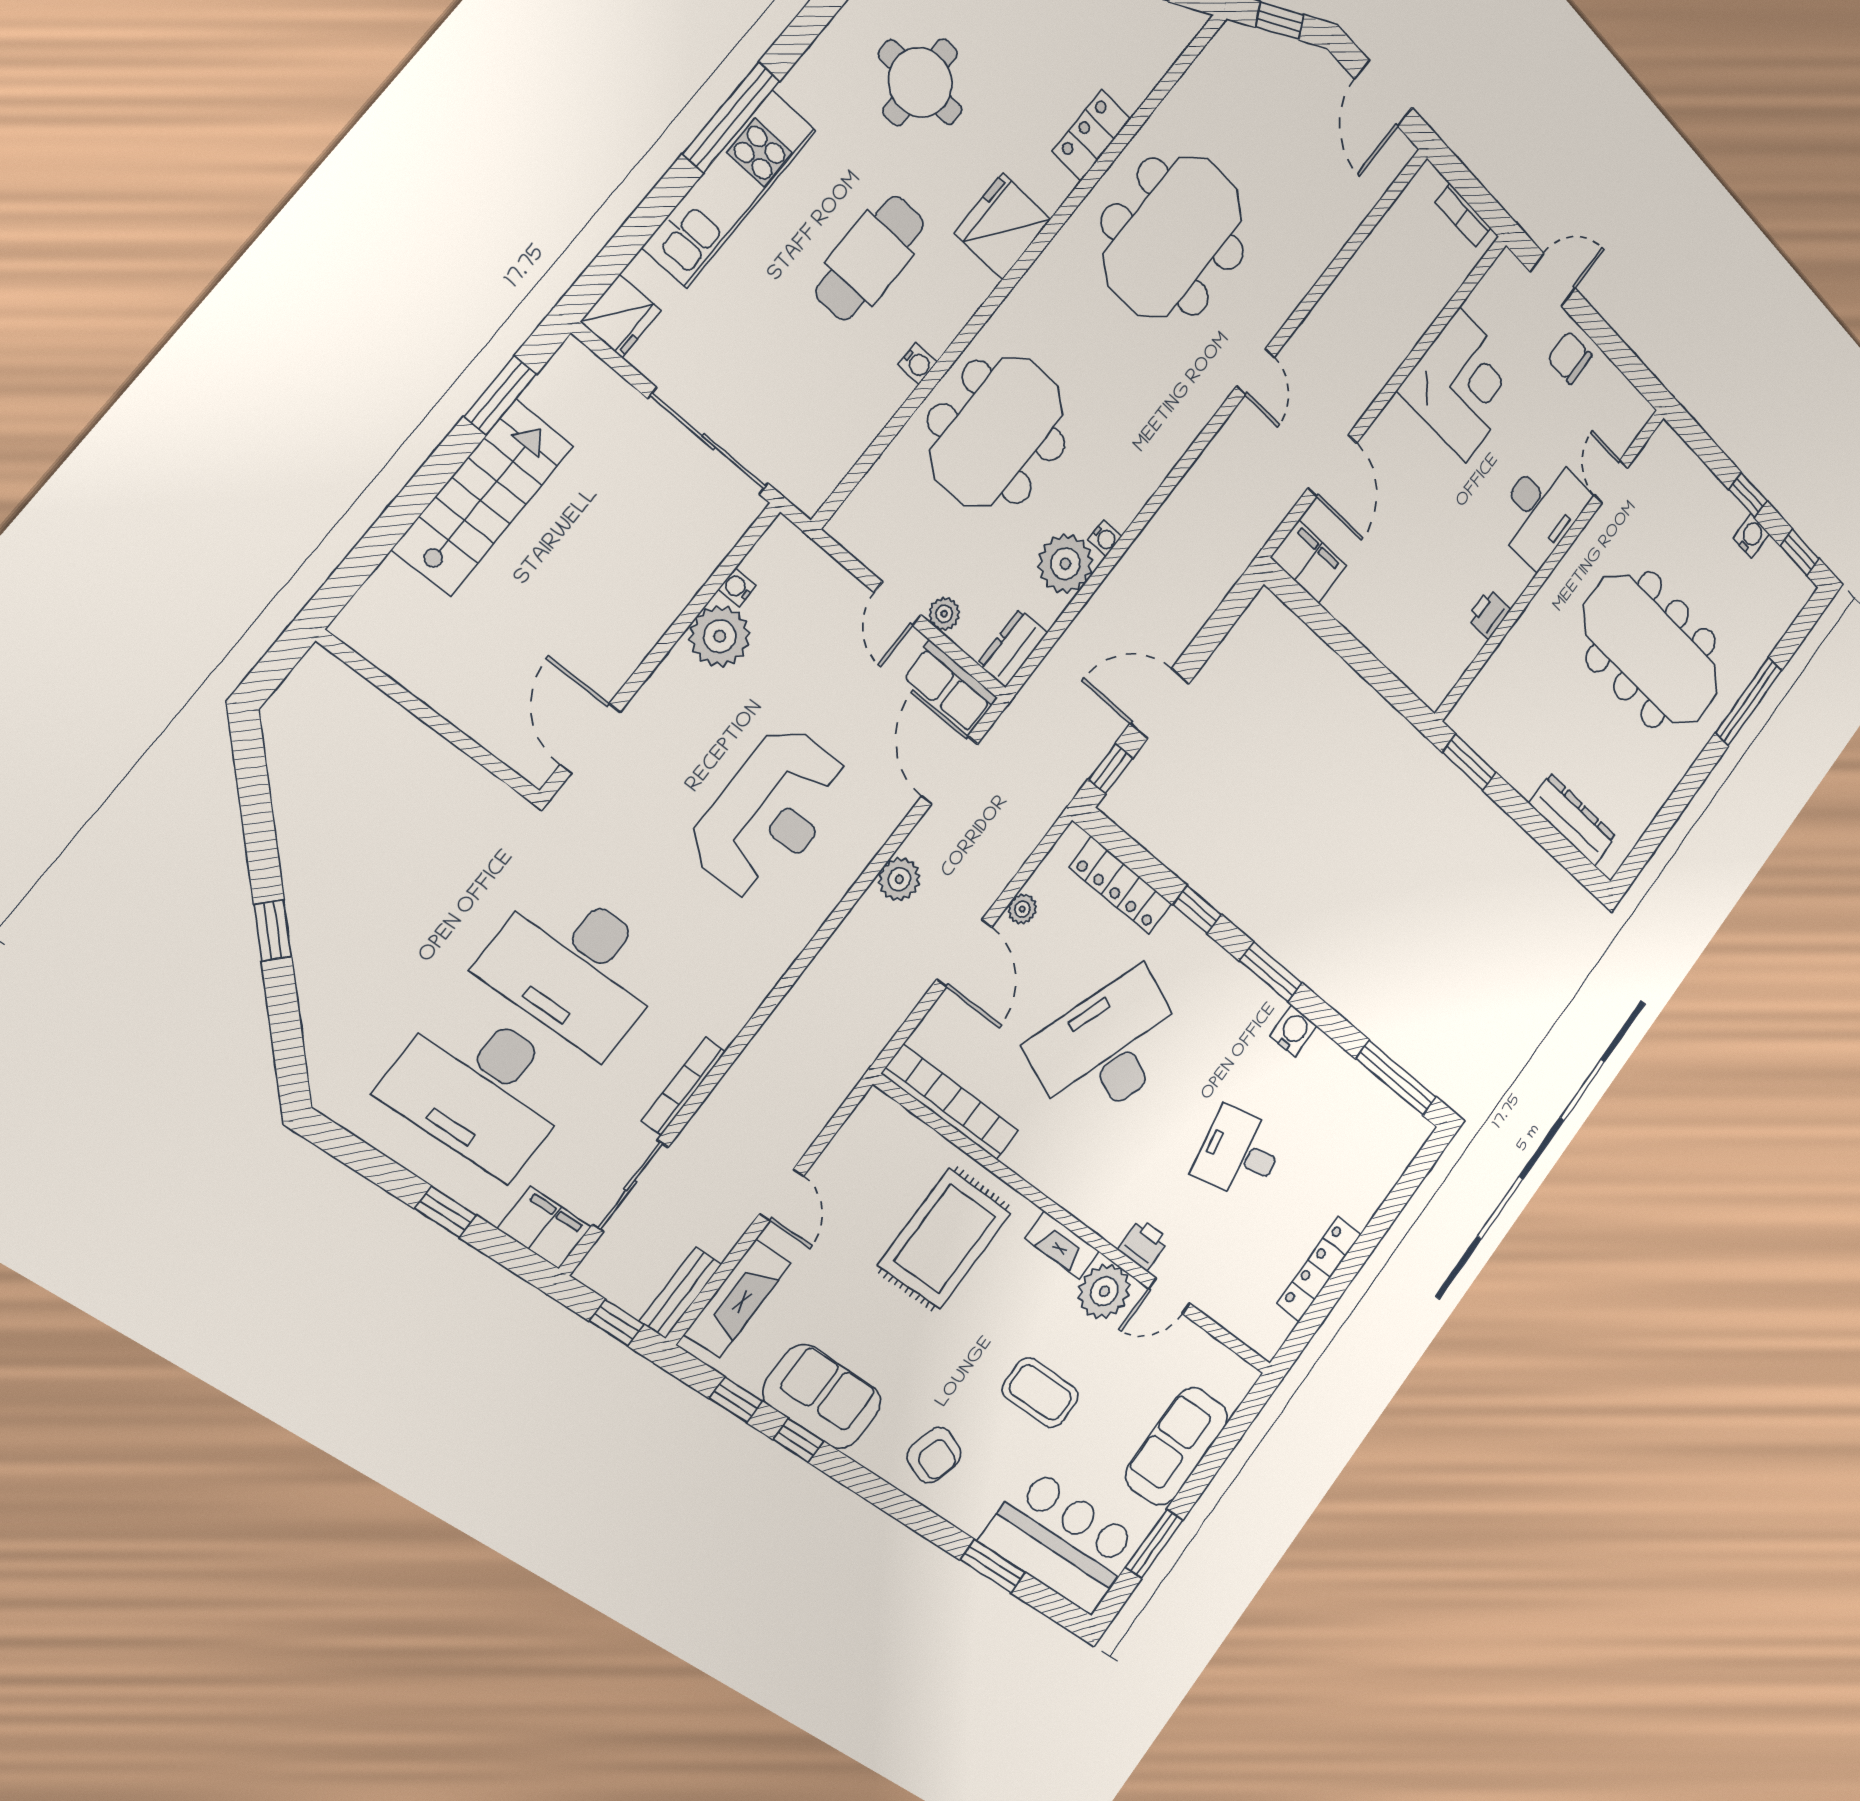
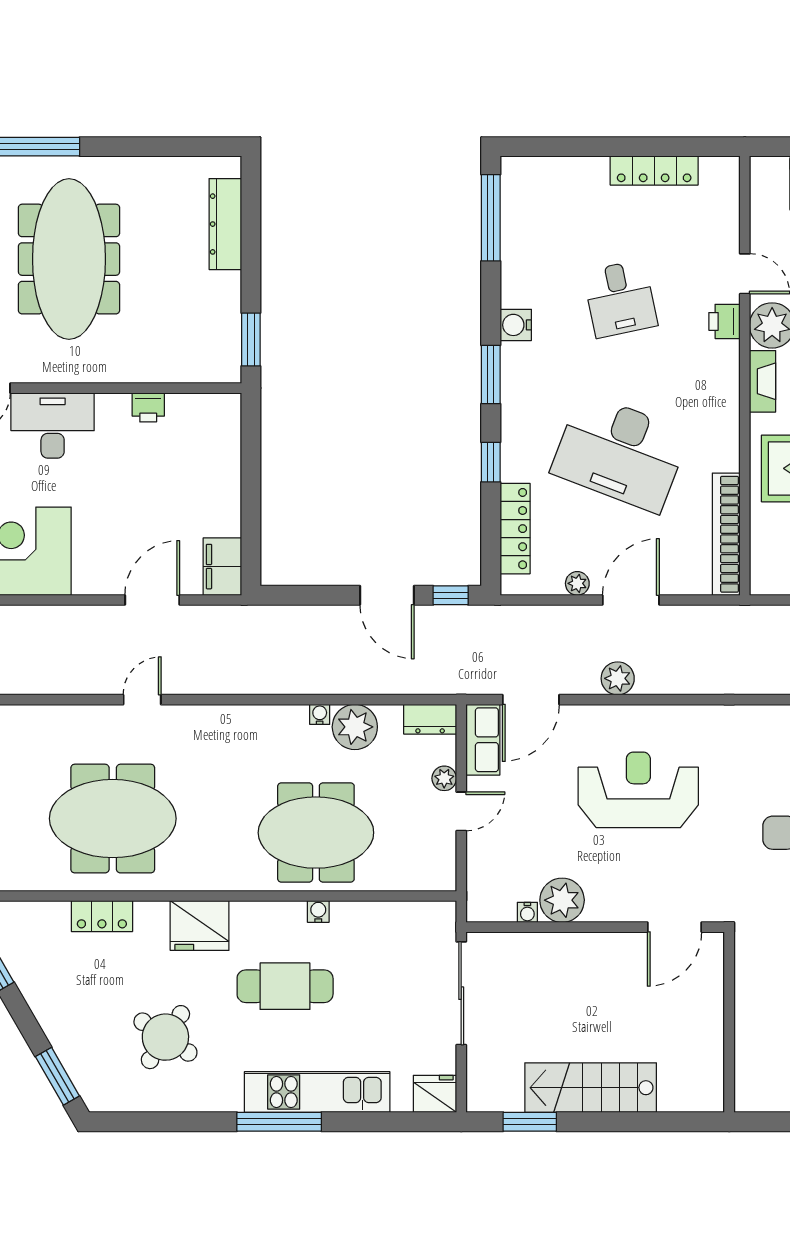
round table: (920, 82) -> (165, 1037), turned 34

